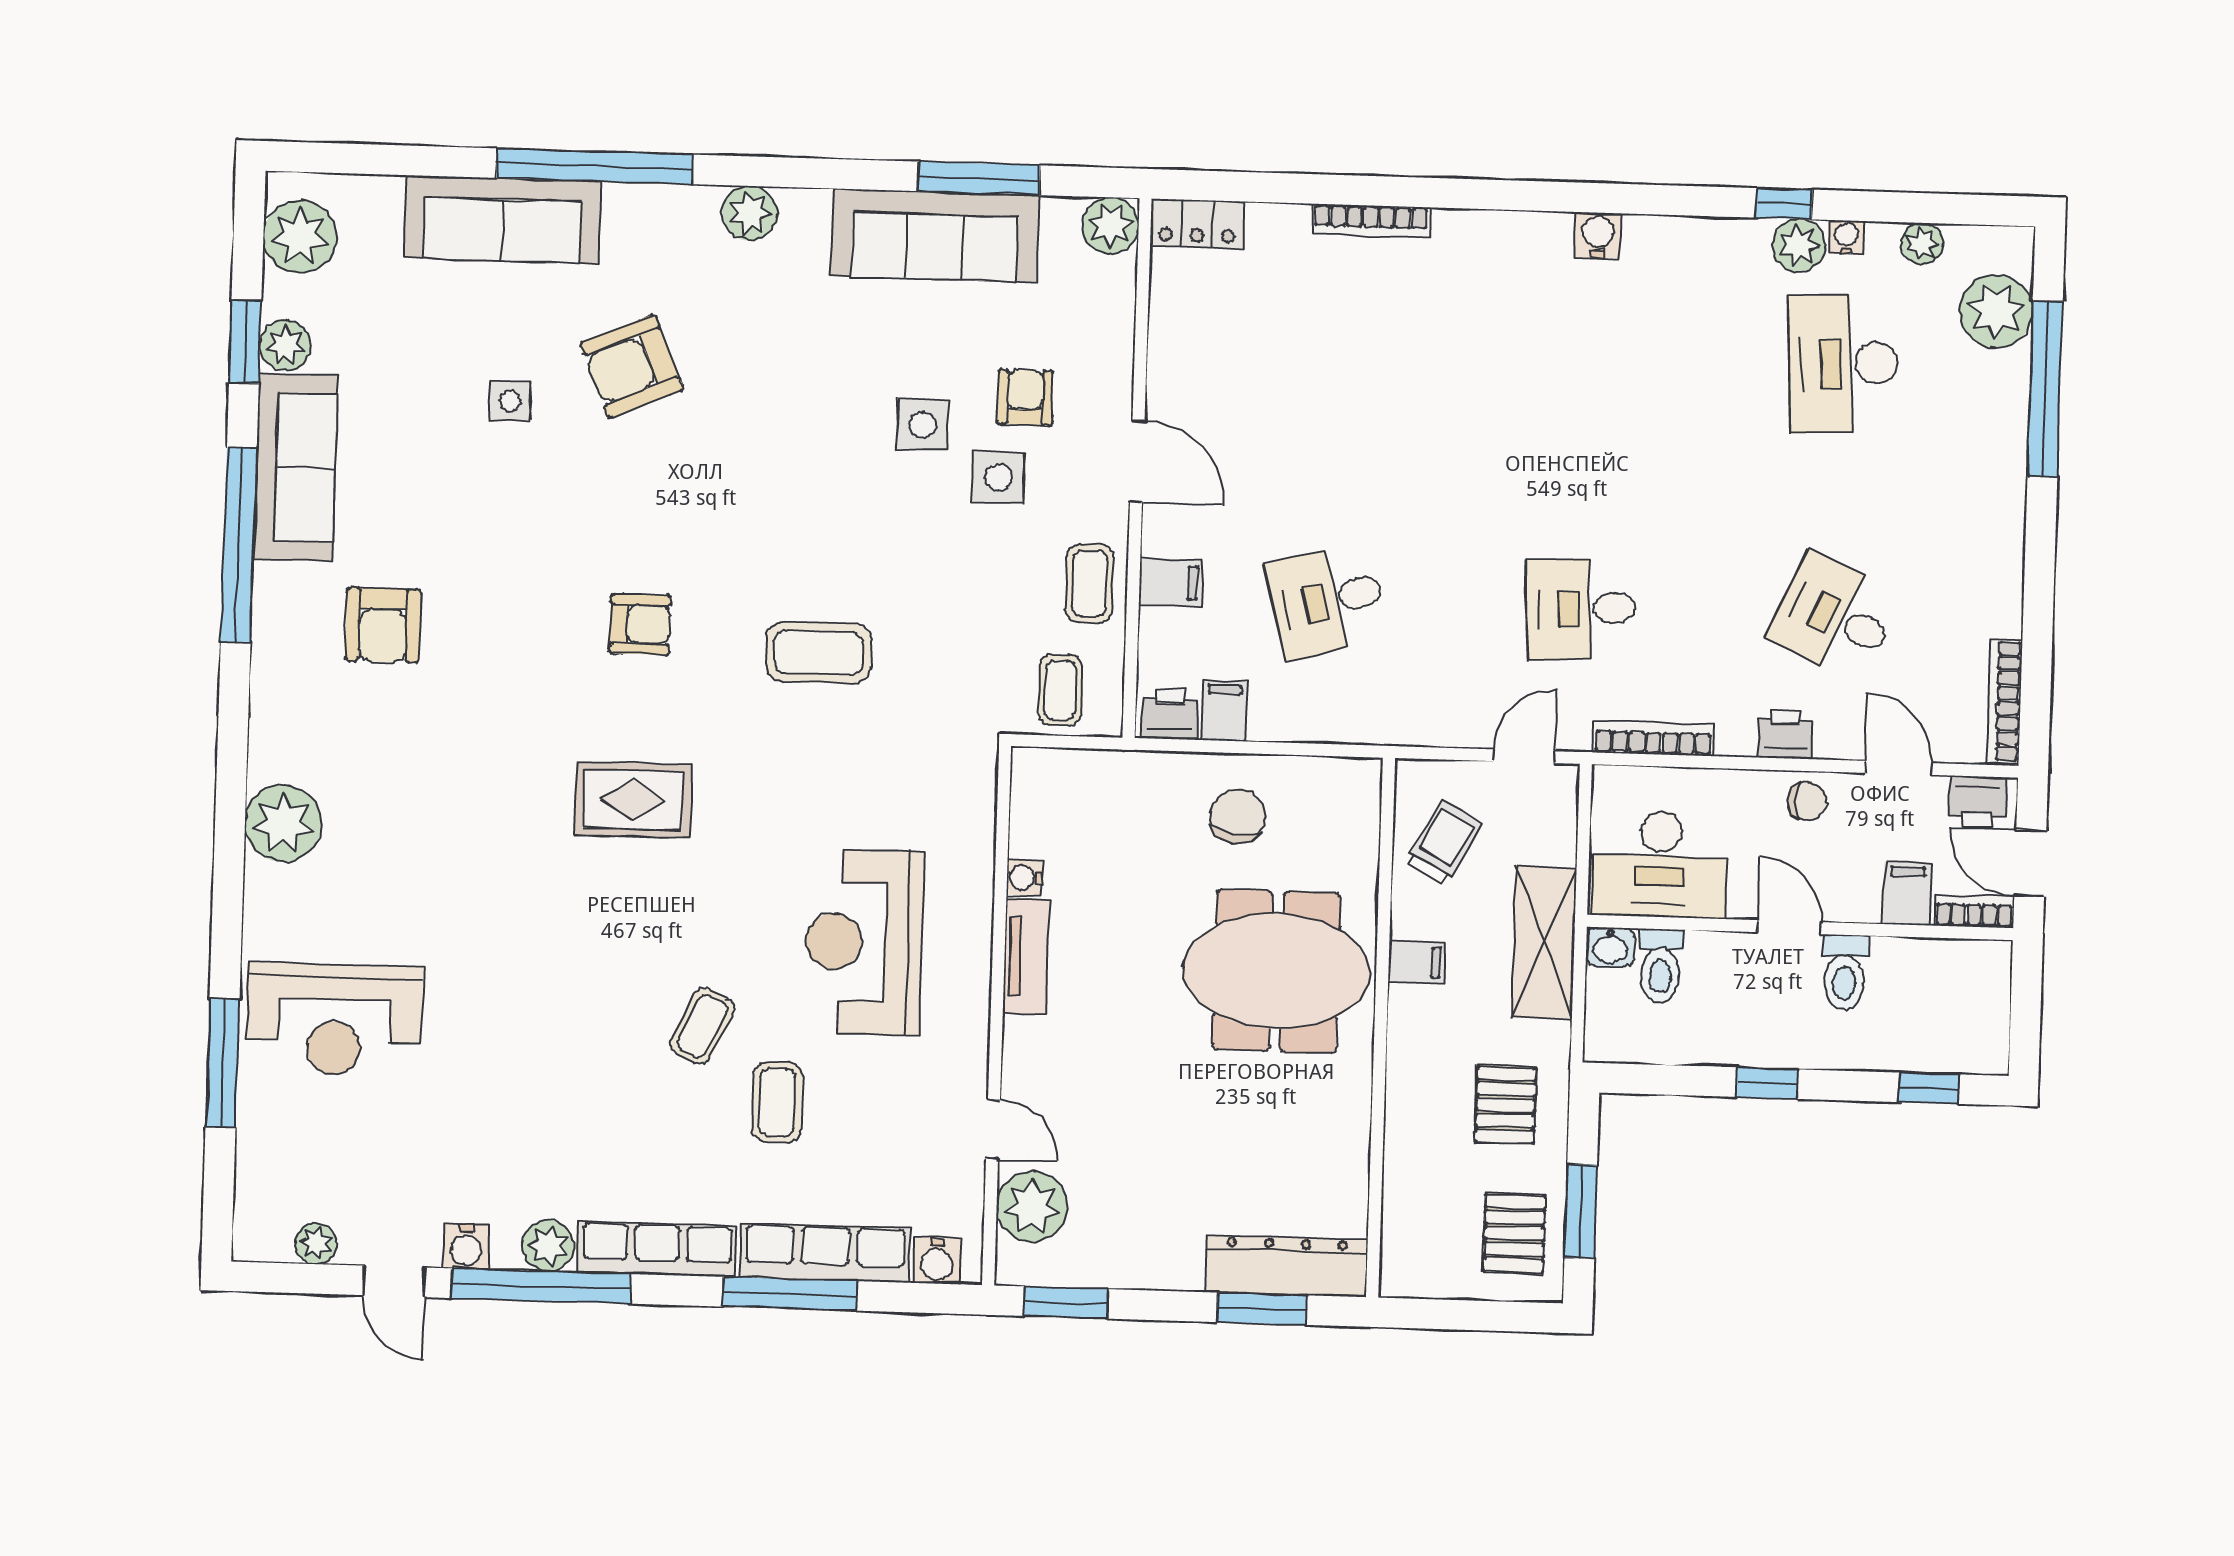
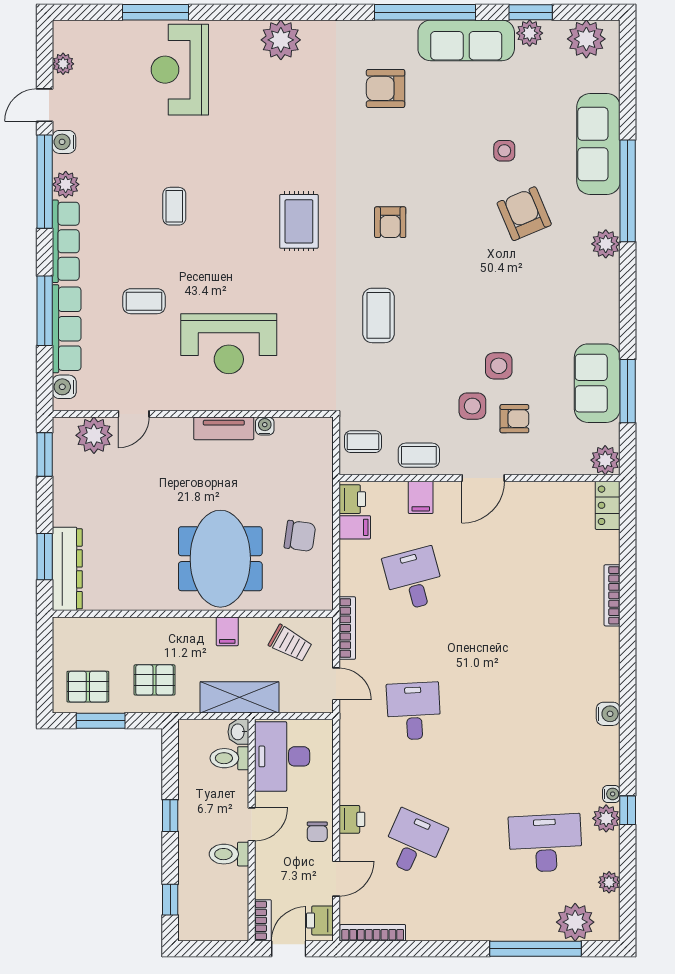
plant: (750, 213) -> (606, 244), moved
sofa: (935, 236) -> (597, 383), width x0.73
water cooler: (1846, 237) -> (611, 794), moved
bookcase: (1653, 739) -> (347, 628), moved
filing cabinet: (1907, 893) -> (271, 885), removed
reception desk: (864, 942) -> (229, 344), turned 180
coffee table: (702, 1026) -> (174, 206), moved, turned 64

